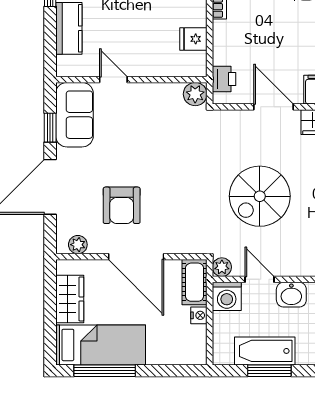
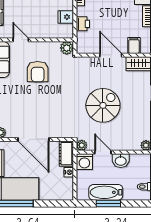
printer: (224, 79) -> (83, 24), moved
spiral stairs: (260, 196) -> (103, 105), turned 180
armchair: (122, 205) -> (38, 72), moved

